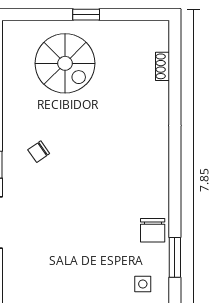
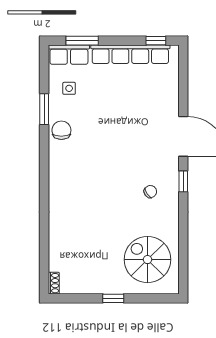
spiral stairs: (65, 63) -> (147, 260), moved
shoe rack: (162, 66) -> (54, 283), moved

